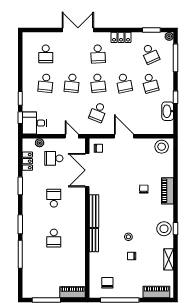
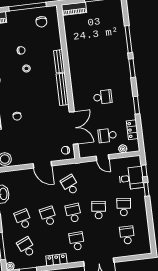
school desk: (98, 112) -> (70, 185), turned -45
desk: (34, 123) -> (131, 178), moved
door: (72, 136) -> (103, 158), moved
school desk: (54, 158) -> (107, 135), turned 180
school desk: (54, 198) -> (103, 97), turned -90
school desk: (54, 238) -> (98, 59), removed

